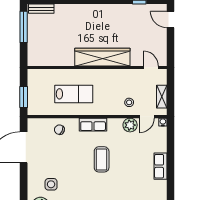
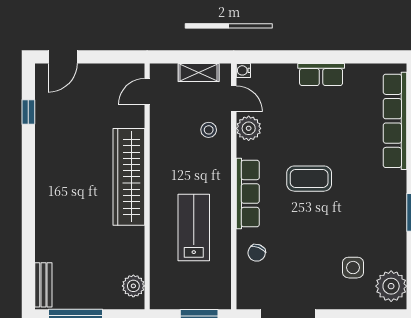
plant: (41, 60) -> (133, 286), added
row of seats: (93, 125) -> (248, 194), width x1.48

